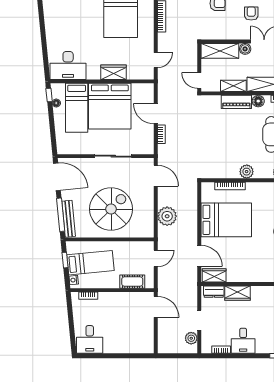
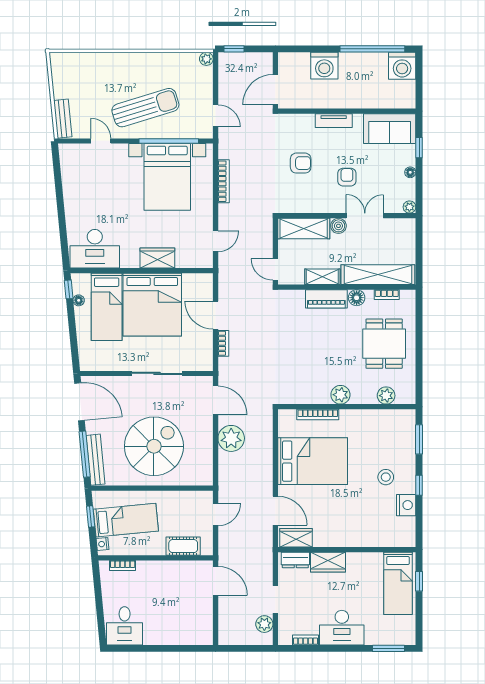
plant: (167, 216) -> (231, 438), moved
desk: (243, 341) -> (342, 628), width x1.37

